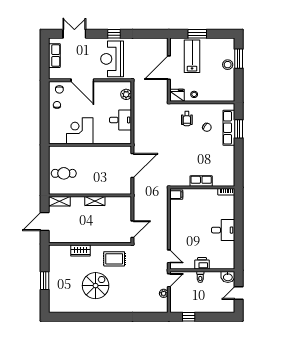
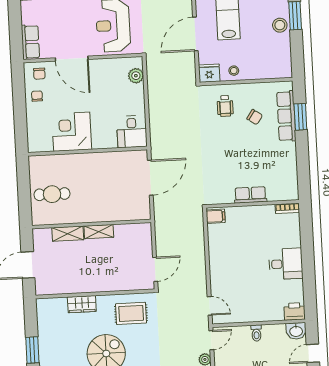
row of seats: (54, 56) -> (30, 42), moved
desk: (121, 120) -> (132, 132), moved, turned 90
shelving: (59, 201) -> (68, 234), moved
printer: (202, 263) -> (295, 311), moved

